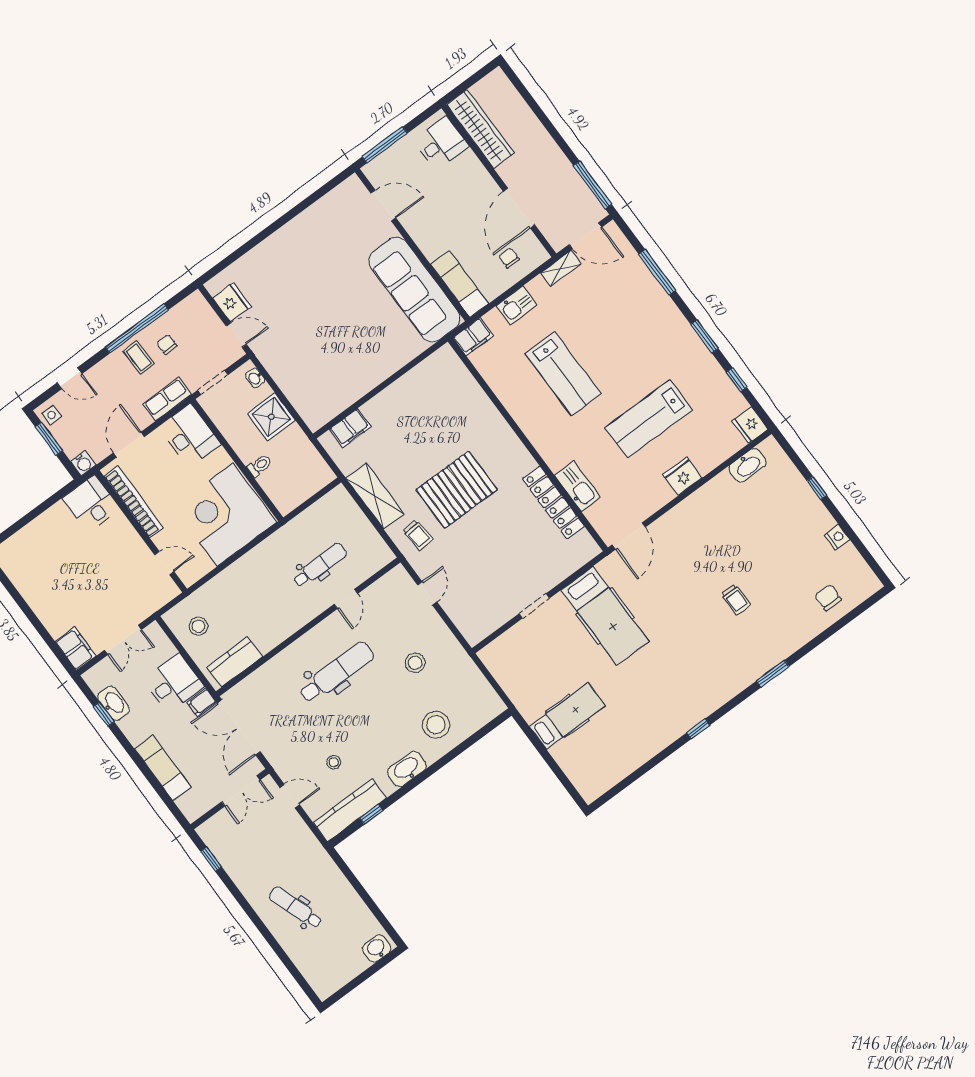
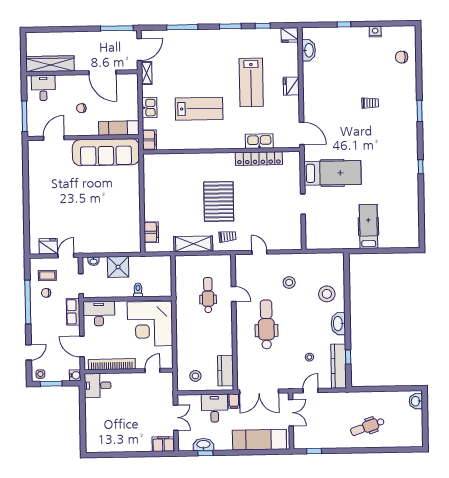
chair: (509, 258) -> (81, 108), moved
coffee table: (139, 357) -> (47, 275), moved
exam couch: (163, 768) -> (259, 440), width x1.36, depth x1.45

